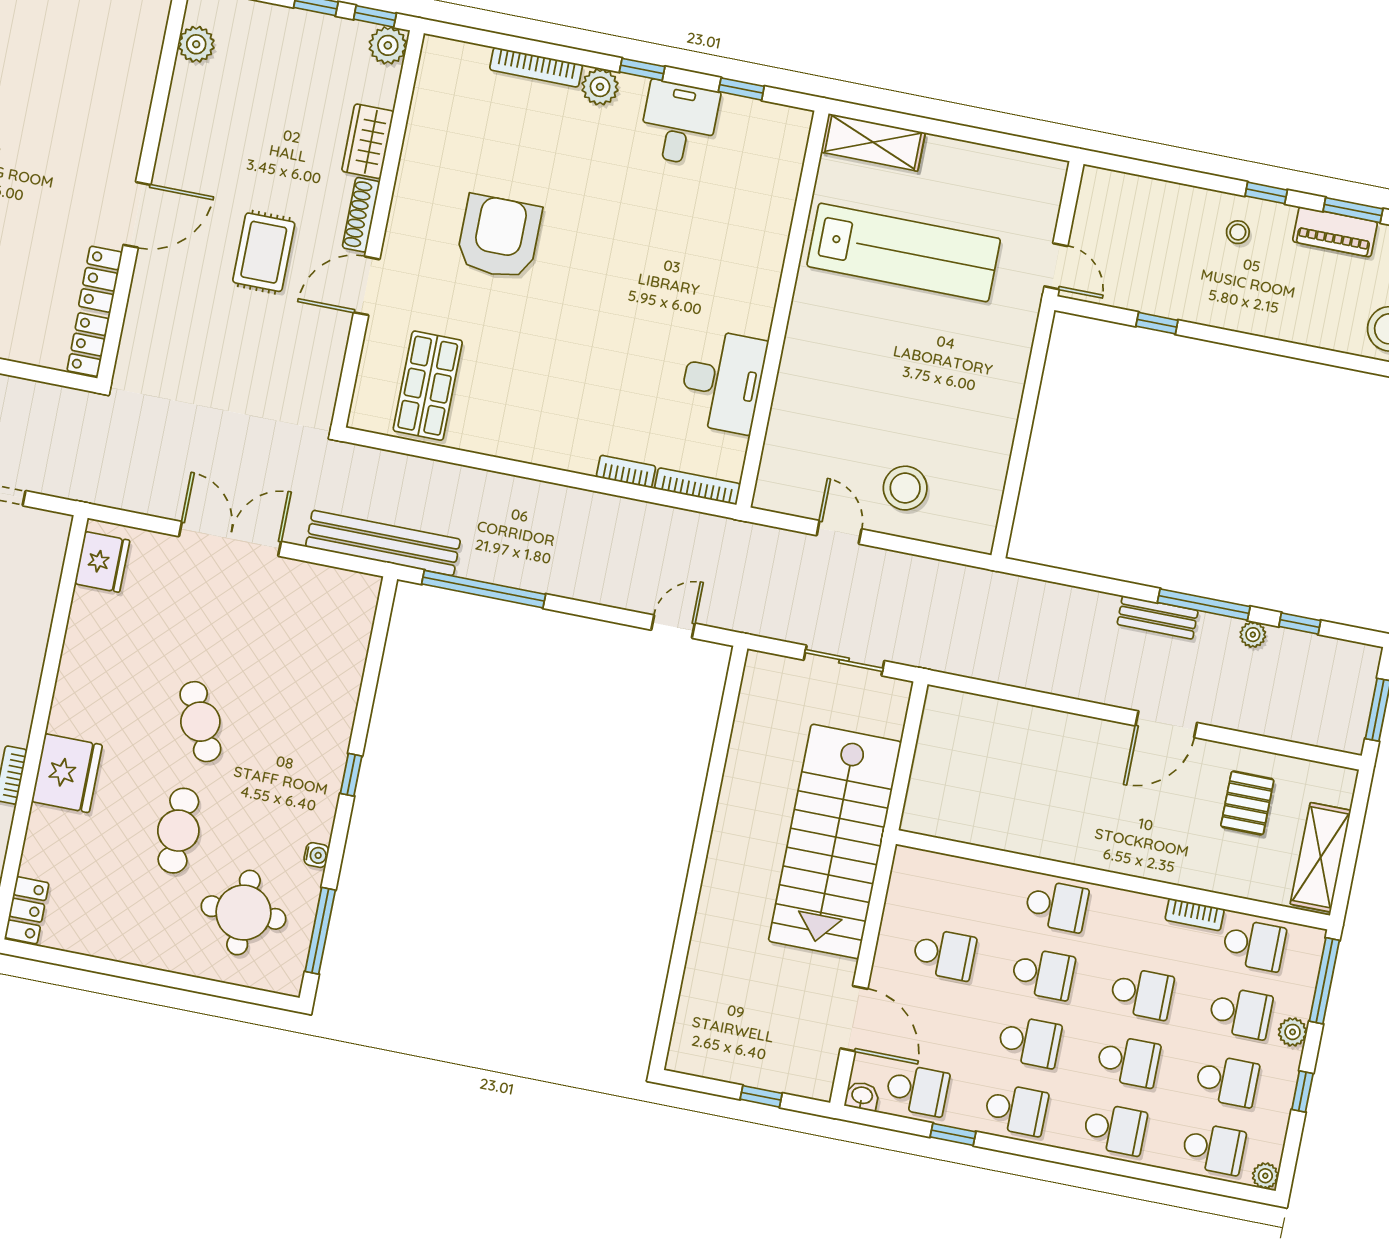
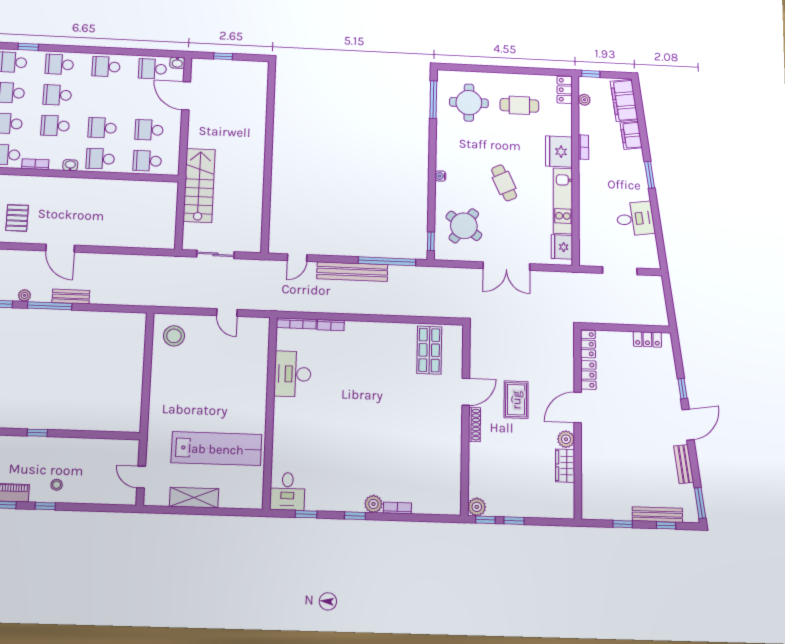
plant: (196, 44) -> (566, 439), moved
bookcase: (536, 67) -> (397, 508), width x0.64
desk: (679, 123) -> (287, 491), moved
wardrobe: (368, 141) -> (565, 466), moved, turned 180
shelving: (873, 142) -> (194, 498), moved
armchair: (499, 237) -> (409, 425), removed
lab bench: (904, 252) -> (216, 449), turned 180
door: (1056, 266) -> (141, 477), moved
window: (1157, 323) -> (37, 433), moved
stool: (905, 488) -> (174, 336), moved
bench: (383, 543) -> (352, 272), moved
round table: (305, 641) -> (464, 226), added
kitchen unit: (80, 663) -> (563, 201), added
door: (1166, 724) -> (60, 248), swing flipped
window: (351, 775) -> (431, 241), moved
cafe table: (178, 831) -> (519, 105), moved, turned 90
stairs: (835, 841) -> (199, 185), width x0.73, depth x0.66
water cooler: (316, 855) -> (440, 176), moved
washbasin: (1121, 901) -> (70, 165), added
school desk: (1030, 1042) -> (147, 161), moved
window: (953, 1134) -> (28, 47), moved

